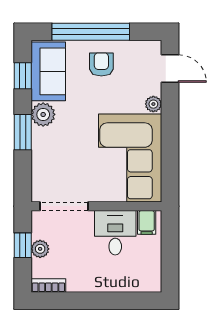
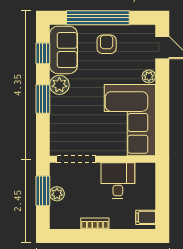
filing cabinet: (147, 222) -> (146, 217), moved, turned 90
window: (23, 245) -> (43, 191), width x1.50
bookcase: (48, 286) -> (95, 224), moved

